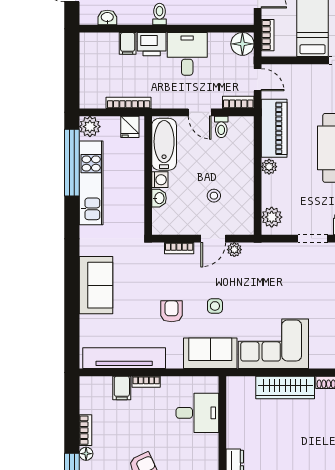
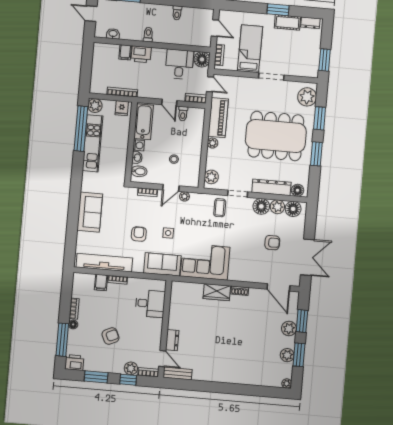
desk: (187, 54) -> (179, 64), moved
bidet: (164, 218) -> (139, 171), added
coffee table: (288, 262) -> (220, 208), added
wardrobe: (285, 387) -> (217, 292), width x0.67

